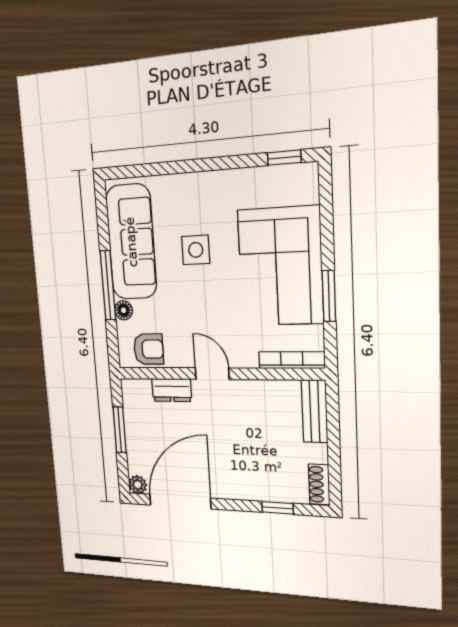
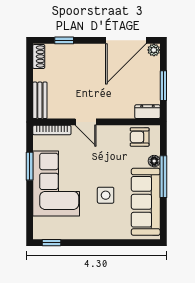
door: (212, 374) -> (86, 122), moved
dresser: (172, 390) -> (147, 112), moved

